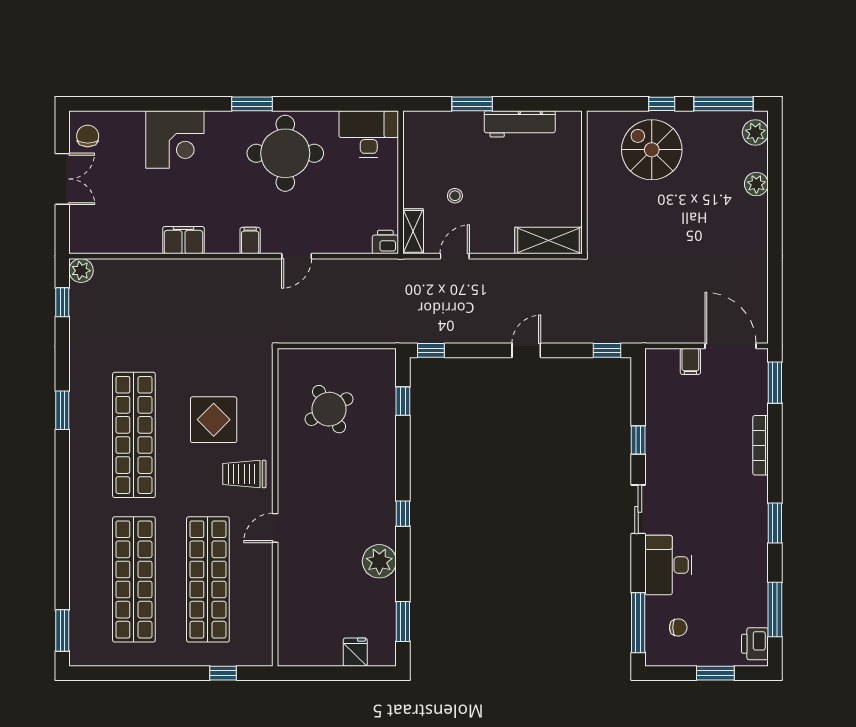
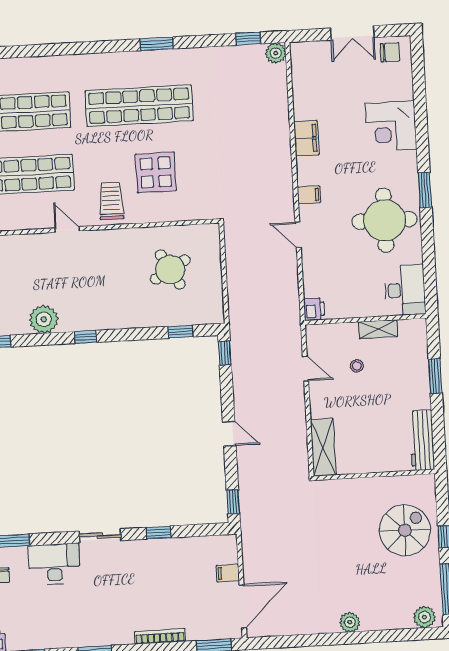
workbench: (520, 124) -> (422, 440), moved
plant: (756, 184) -> (350, 622), moved
shelving: (413, 231) -> (378, 329), moved

